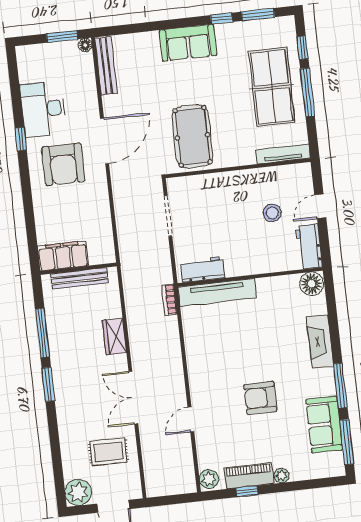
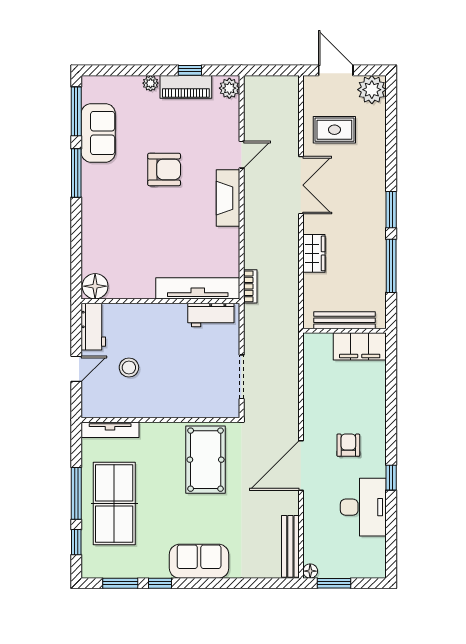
armchair: (63, 164) -> (348, 445), width x0.53, depth x0.53
fireplace: (320, 342) -> (228, 198), moved, turned 180

